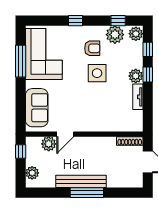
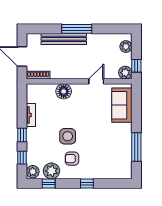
corner sofa: (44, 54) -> (115, 154), removed
plant: (136, 76) -> (33, 134), removed
floor lamp: (101, 123) -> (64, 91), added
plant: (49, 144) -> (125, 73), moved
bench: (81, 181) -> (64, 39), moved

